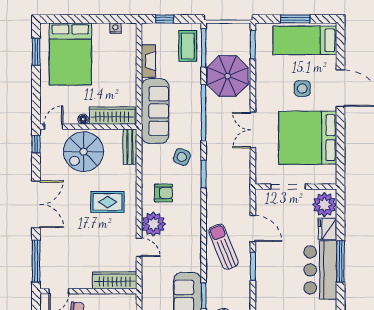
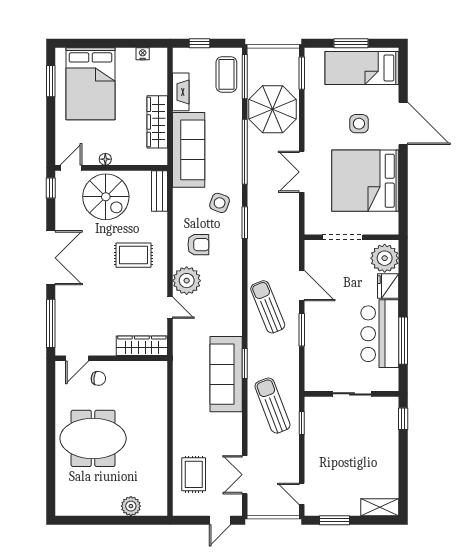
wardrobe: (112, 116) -> (157, 122), moved, turned -90
spiral stairs: (84, 152) -> (106, 197), turned -90
window: (340, 261) -> (403, 341), moved

